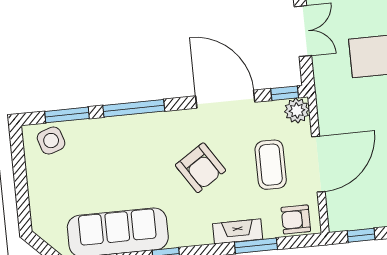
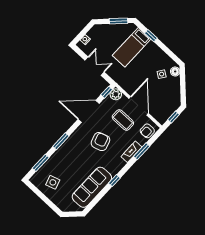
window: (134, 108) -> (61, 141), width x0.69
side table: (51, 141) -> (53, 182), moved
armchair: (200, 168) -> (100, 142), turned -75

